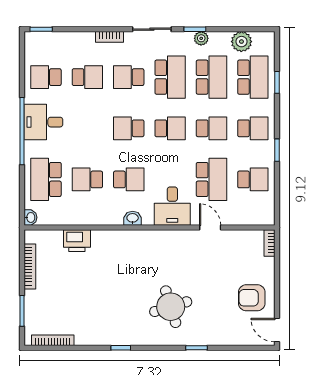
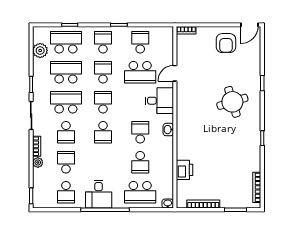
plant: (201, 38) -> (38, 162), moved
school desk: (211, 179) -> (140, 72), turned 180

